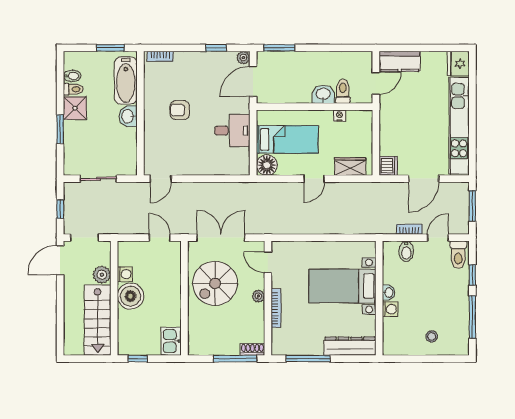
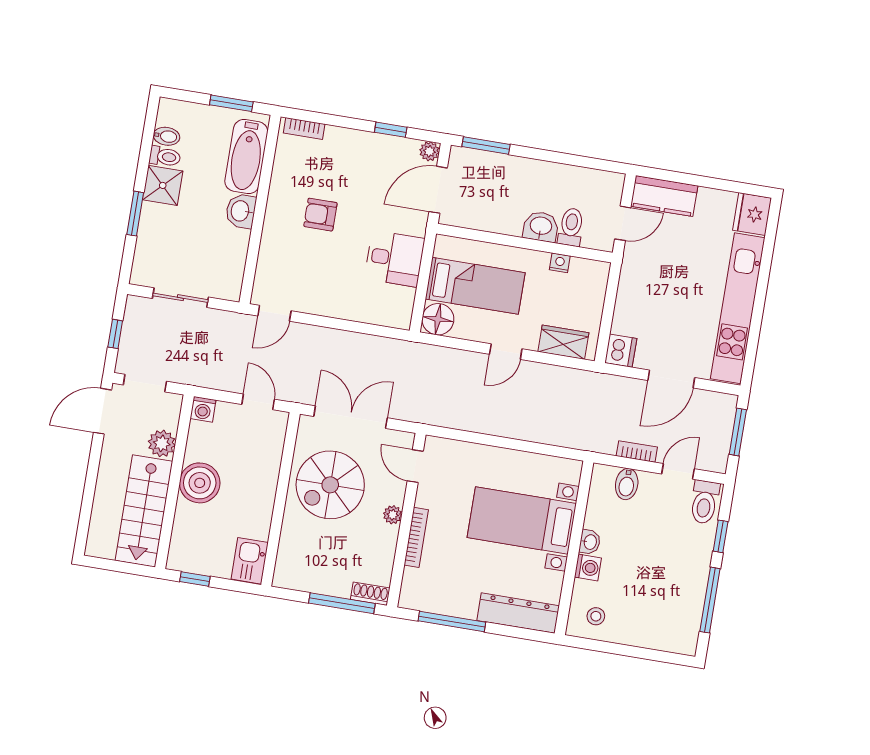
washing machine: (125, 274) -> (203, 409), moved, turned 90
stool: (432, 336) -> (596, 616), moved

